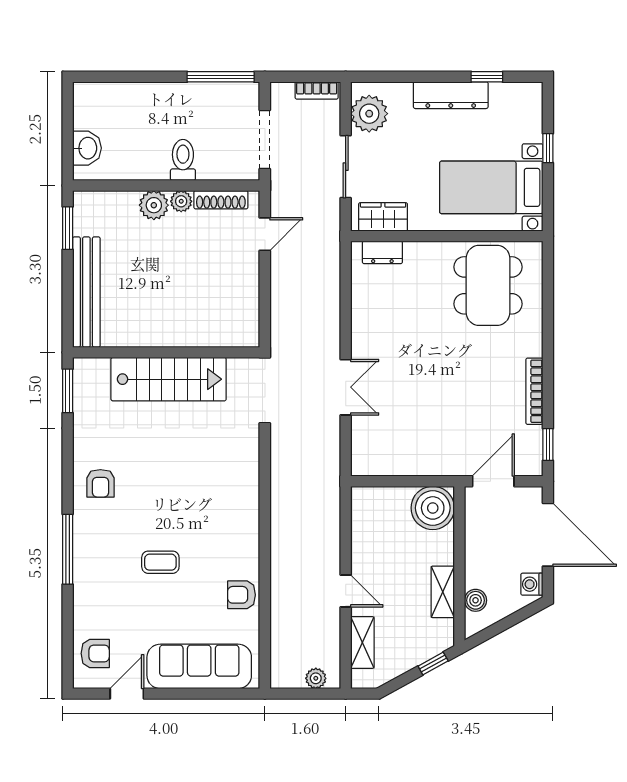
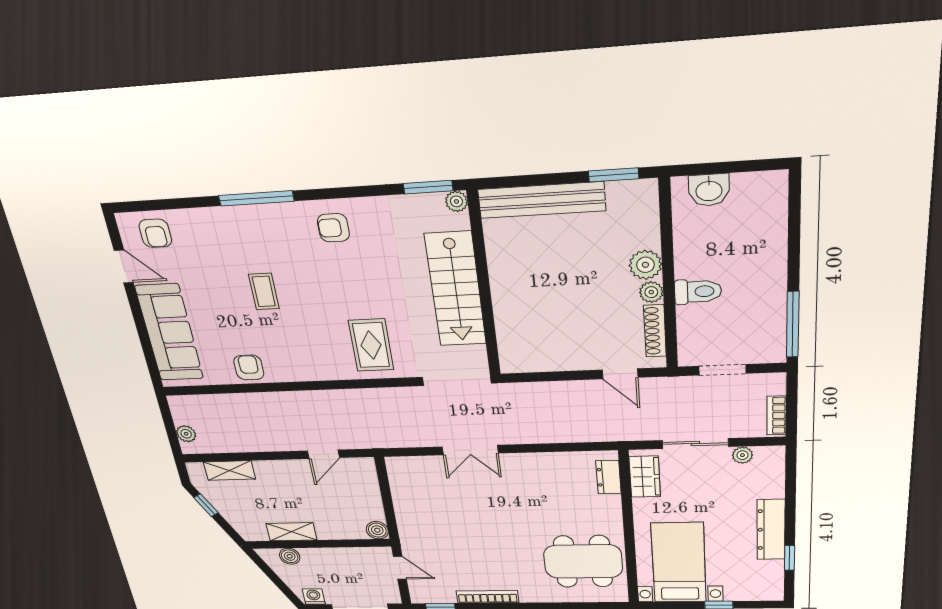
plant: (369, 114) -> (742, 455), width x0.53, depth x0.53
doorway: (265, 140) -> (723, 370), width x0.73
plant: (83, 367) -> (456, 201), added
rug: (223, 468) -> (371, 345), added
door: (493, 481) -> (400, 568), width x0.73
boiler: (433, 508) -> (377, 530), width x0.54, depth x0.54
door: (346, 591) -> (323, 454), moved
window: (433, 663) -> (206, 505), moved

